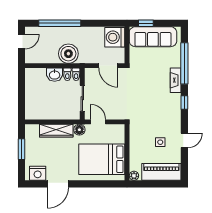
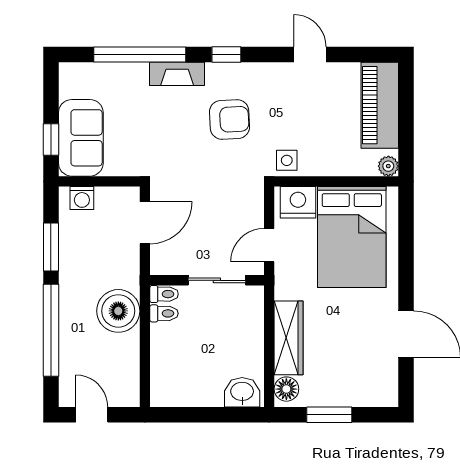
window: (97, 23) -> (51, 247), added
washing machine: (115, 37) -> (82, 198), width x0.53, depth x0.53
sofa: (153, 37) -> (81, 138), width x0.73
washbasin: (55, 75) -> (242, 392), moved, turned -90
armchair: (155, 104) -> (230, 119), added
floor lamp: (79, 130) -> (286, 389), moved
side table: (160, 142) -> (287, 160), moved
nightstand: (38, 173) -> (298, 202), moved, turned -90

